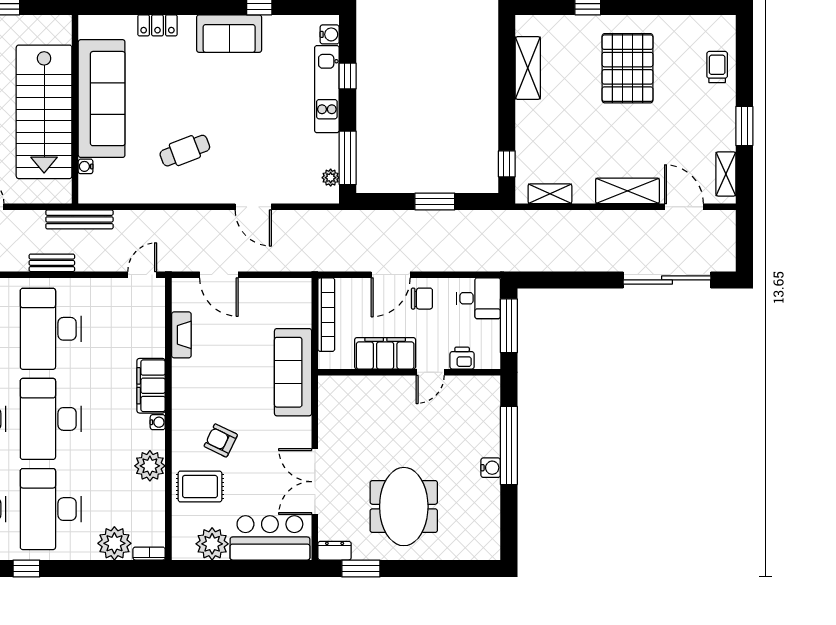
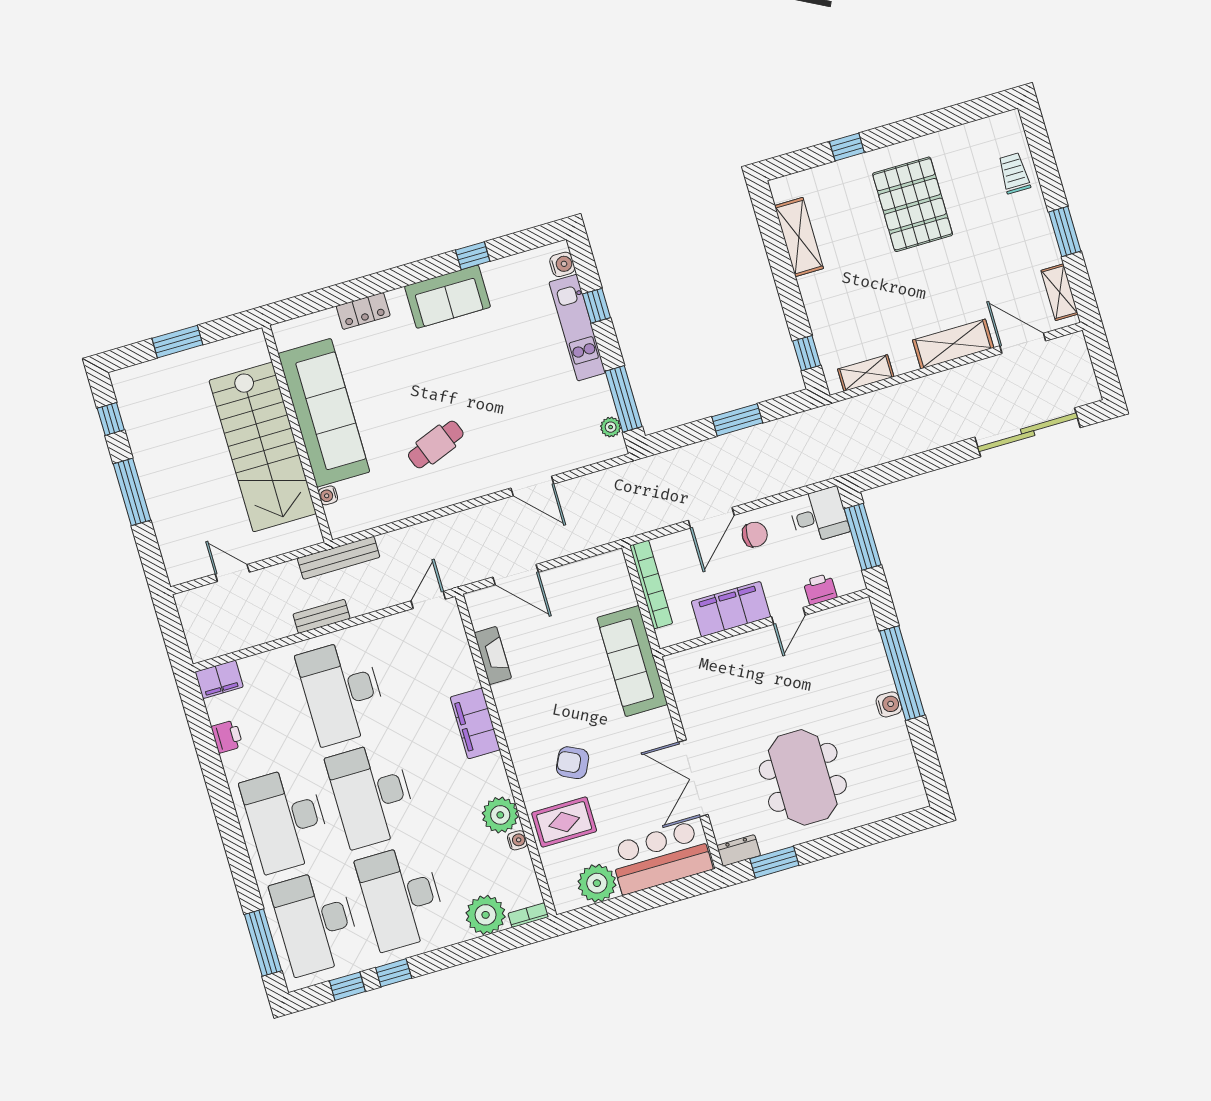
water cooler: (158, 422) -> (517, 840), moved

